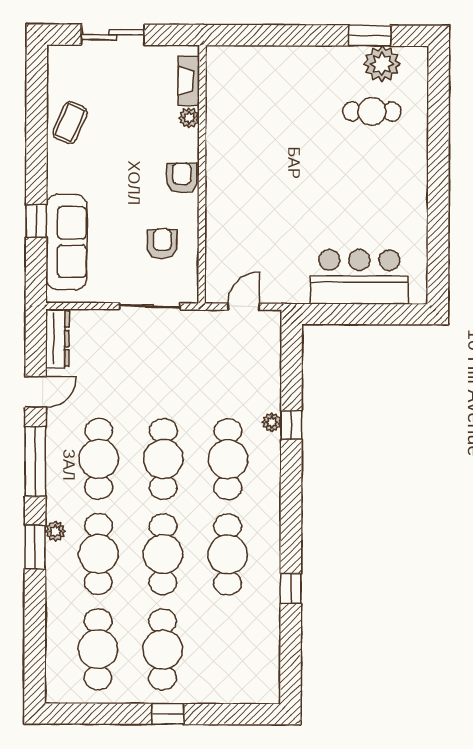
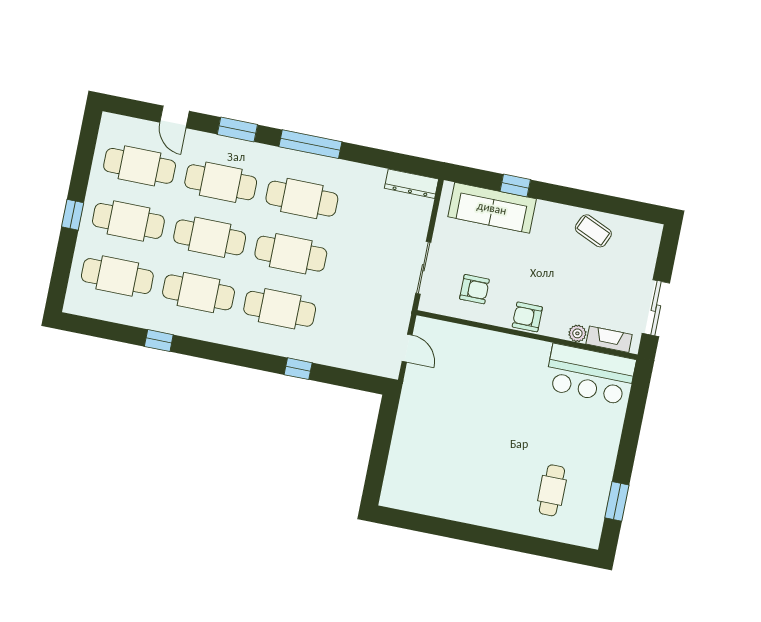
sliding door: (113, 35) -> (656, 308), moved
plant: (382, 64) -> (591, 507), removed
armchair: (182, 178) -> (527, 317), turned 180
bar counter: (359, 277) -> (590, 374), moved, turned 90
door: (36, 392) -> (175, 117), moved
plant: (272, 422) -> (304, 352), removed
plant: (55, 531) -> (247, 149), removed
cafe table: (227, 650) -> (117, 276), added

